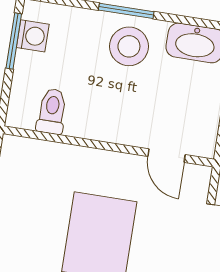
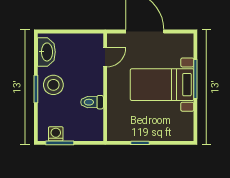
toilet: (52, 111) -> (92, 102), moved

